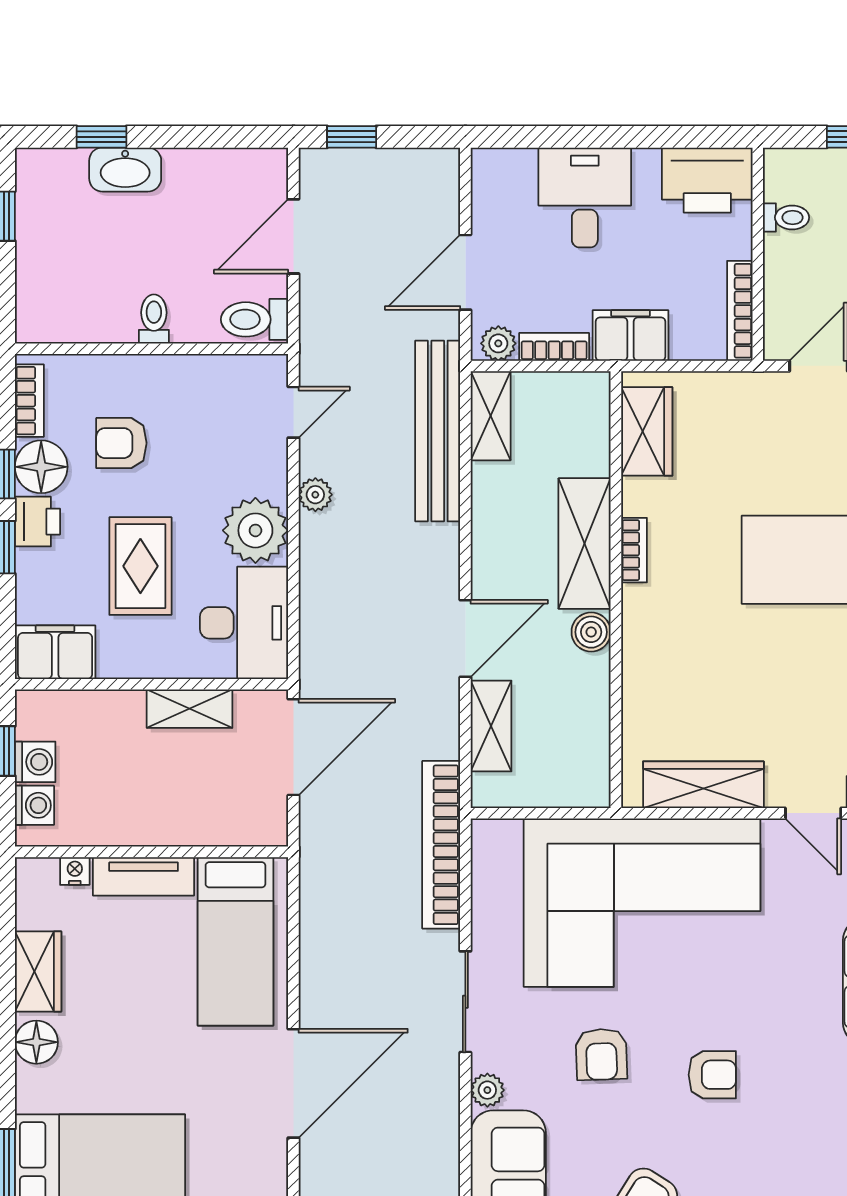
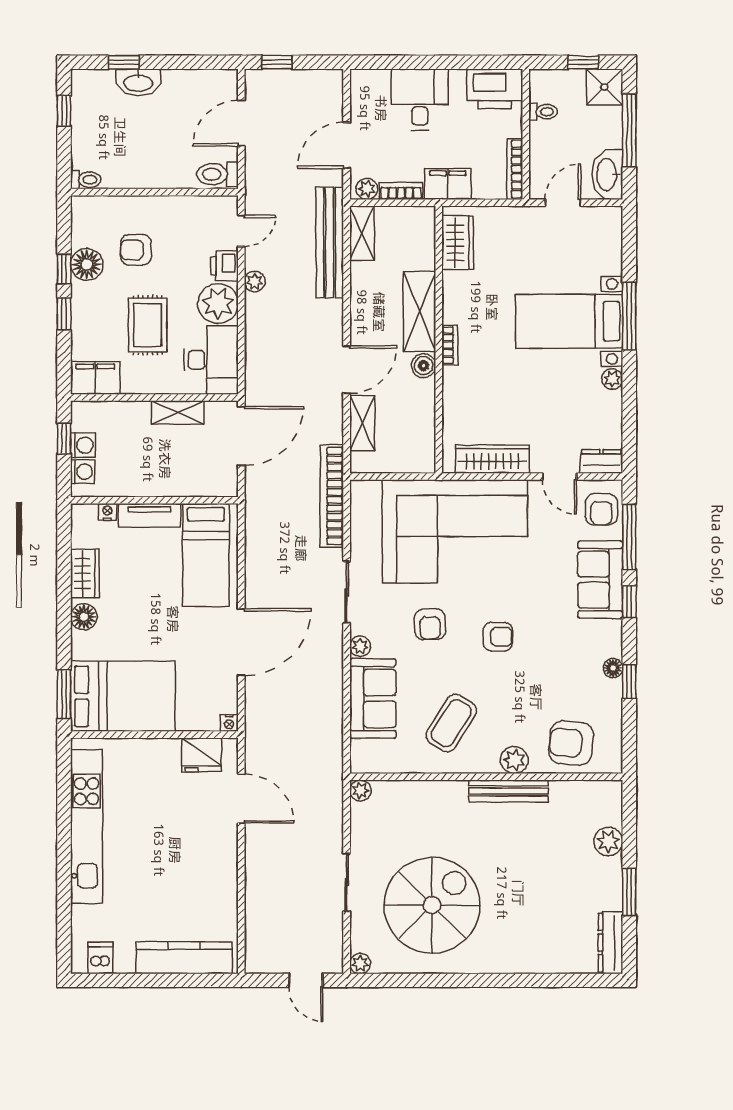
toilet: (154, 319) -> (86, 180), moved, turned 90
bookcase: (29, 401) -> (80, 224), removed
printer: (37, 522) -> (224, 266), moved, turned 180
bookcase: (634, 550) -> (450, 345), moved

